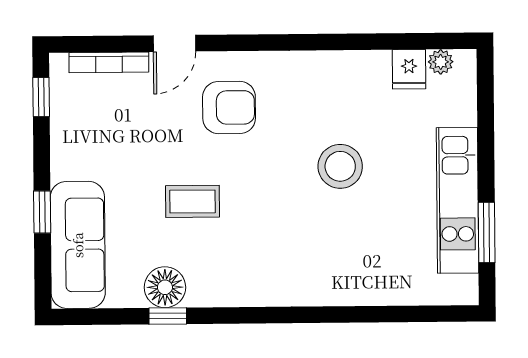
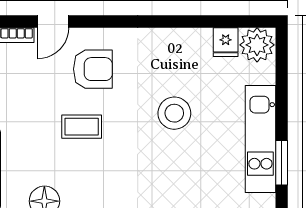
plant: (441, 62) -> (257, 45), width x1.88, depth x1.88
coffee table: (193, 201) -> (82, 127), moved

